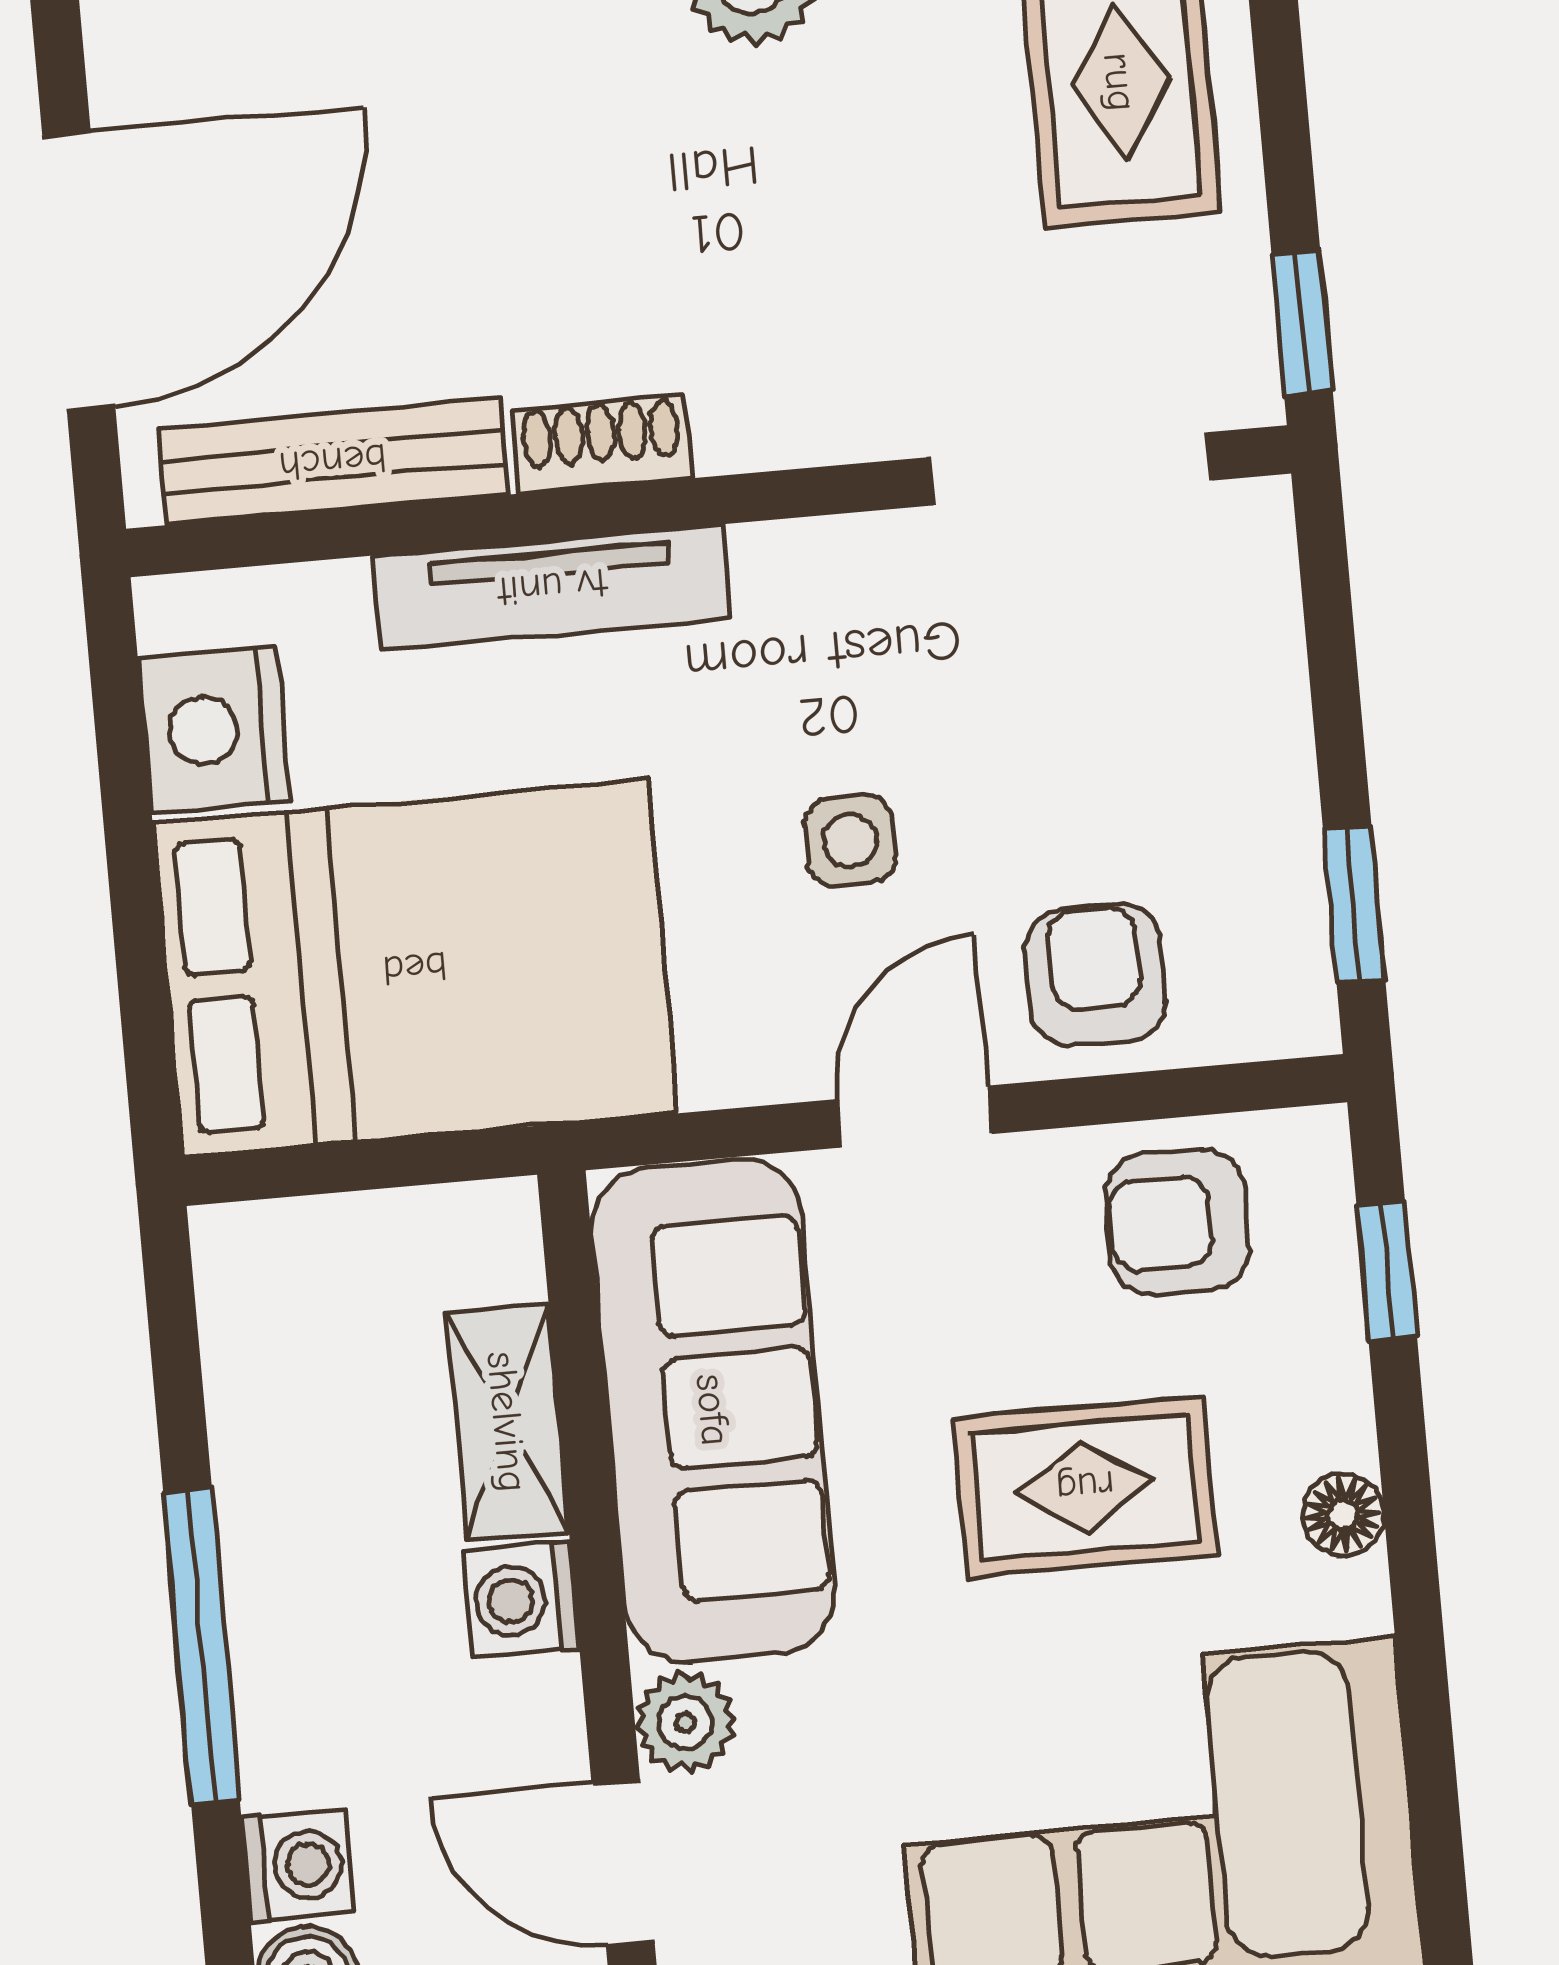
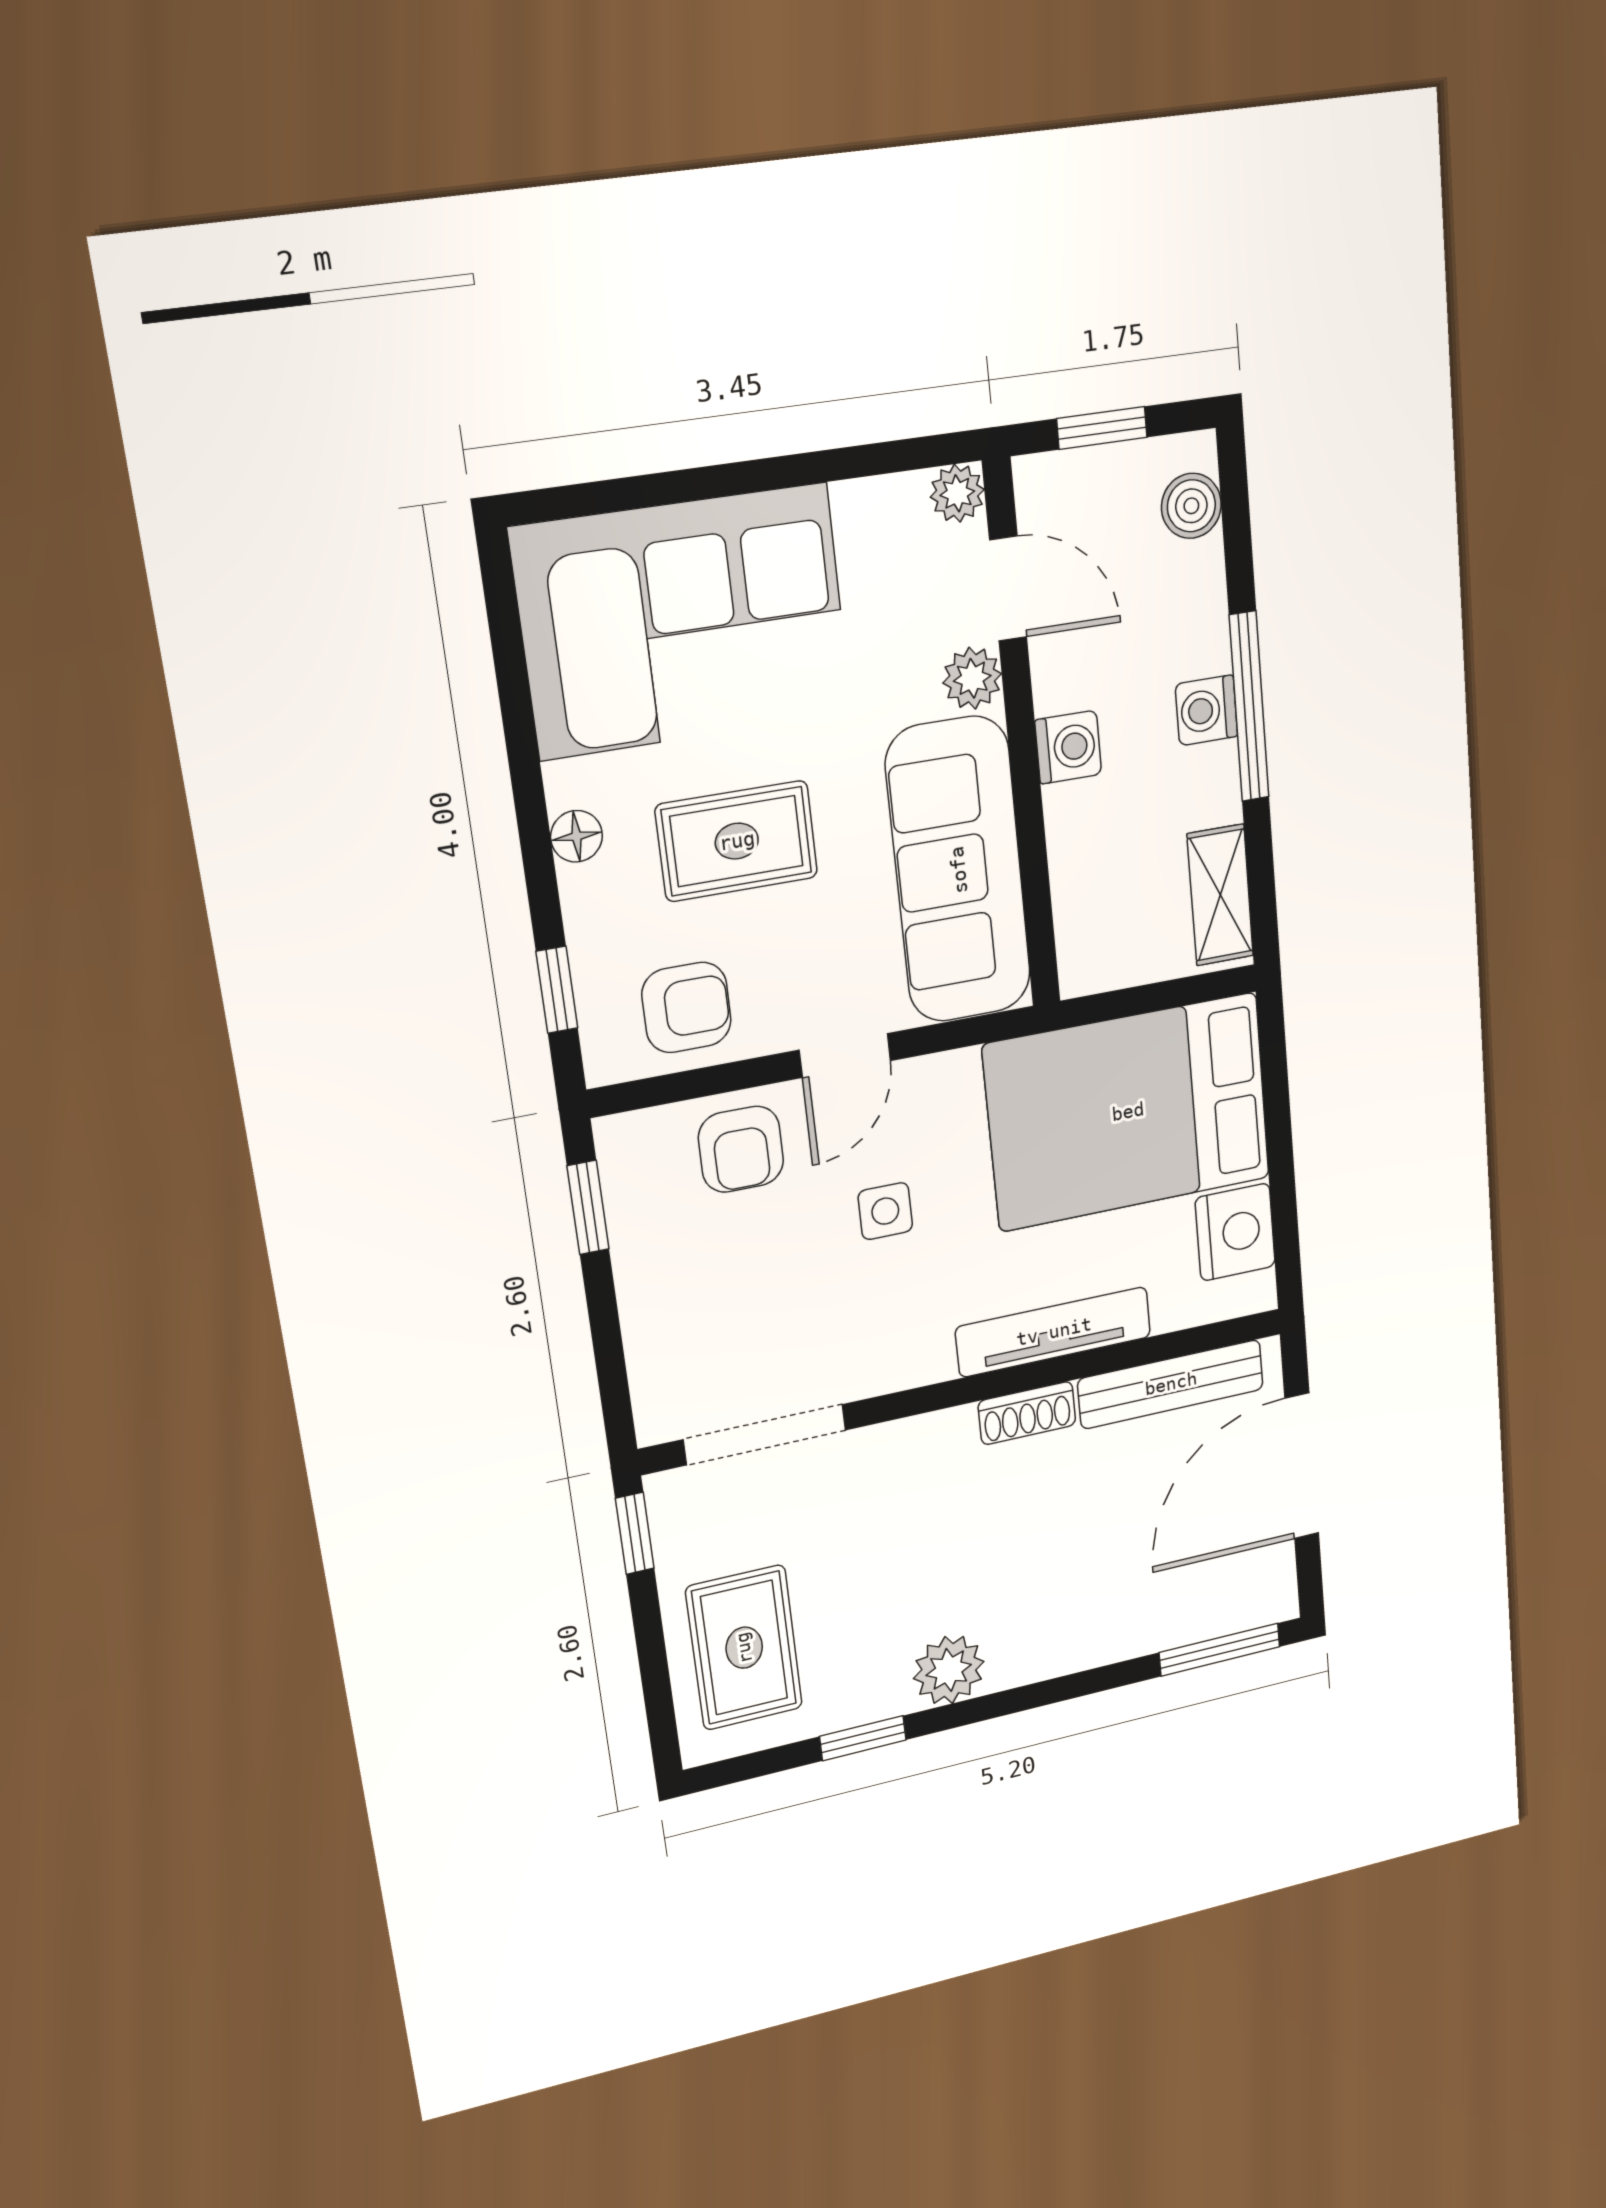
shelving: (507, 1422) -> (1220, 895), moved
washing machine: (298, 1866) -> (1206, 710), moved

